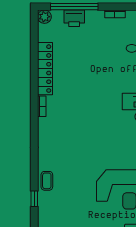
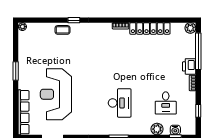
printer: (74, 18) -> (189, 66), moved
window: (34, 199) -> (74, 20), moved

